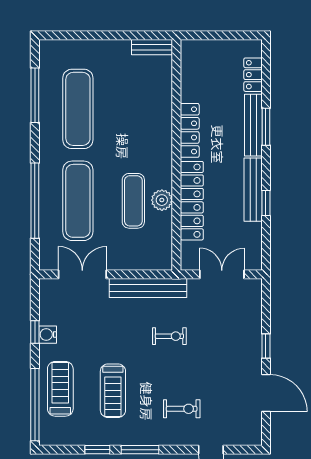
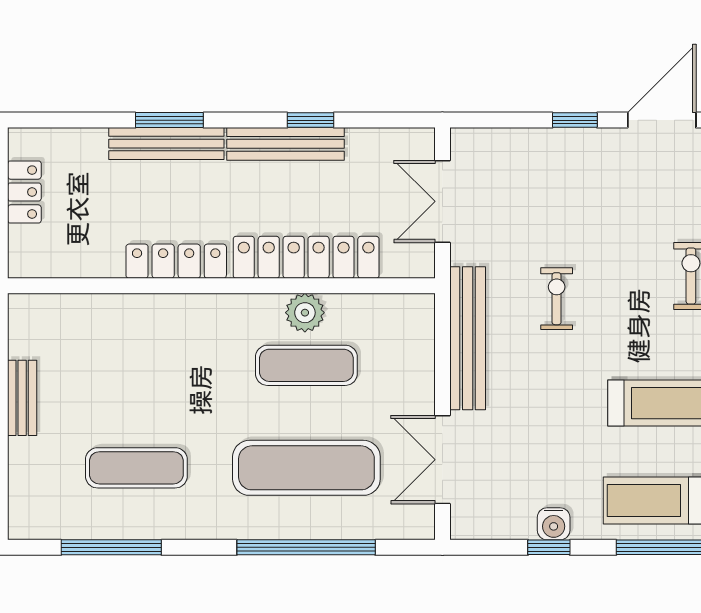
bench: (152, 47) -> (22, 398), moved
locker: (253, 75) -> (24, 192), moved, turned -90
exercise mat: (78, 109) -> (136, 468), width x0.73, depth x0.69

